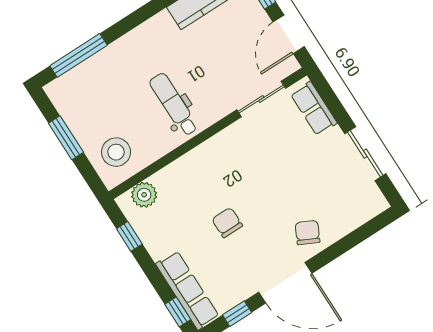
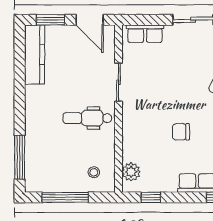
sliding door: (261, 99) -> (118, 82), moved
window: (66, 138) -> (65, 197), width x1.44
stool: (116, 152) -> (94, 172), width x0.53, depth x0.53

